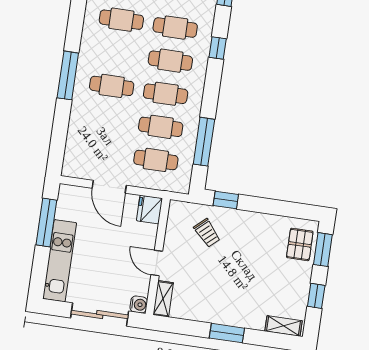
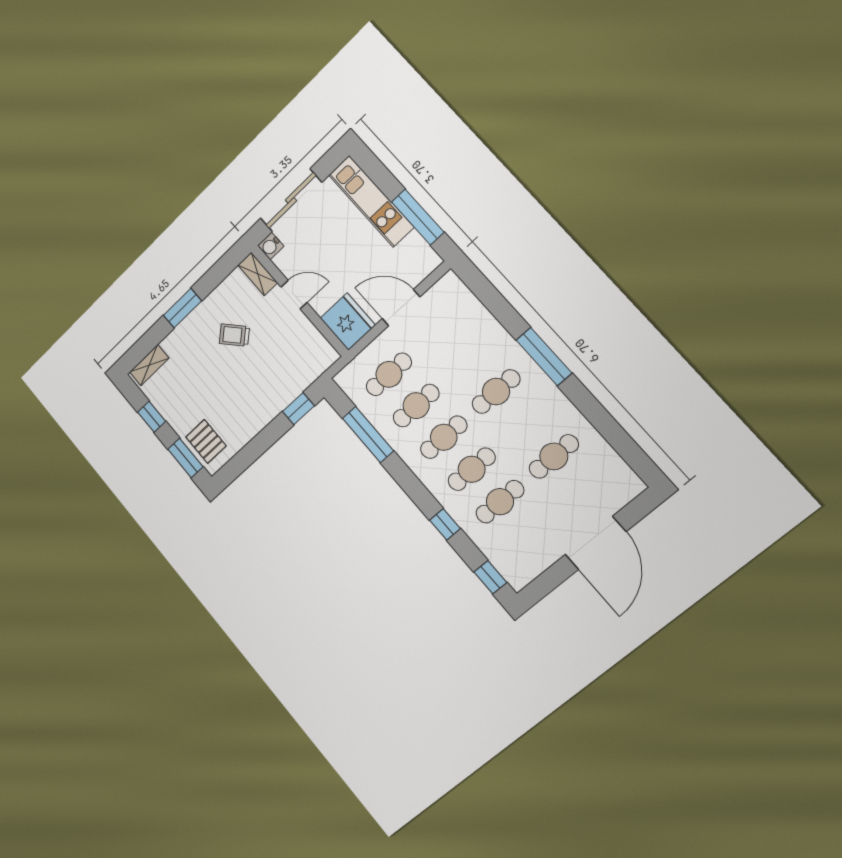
fridge: (149, 210) -> (348, 322), width x1.36, depth x1.34
trolley: (207, 233) -> (234, 335), moved

